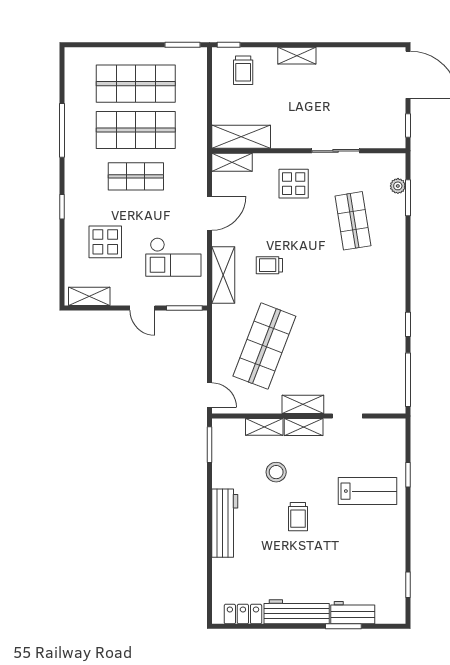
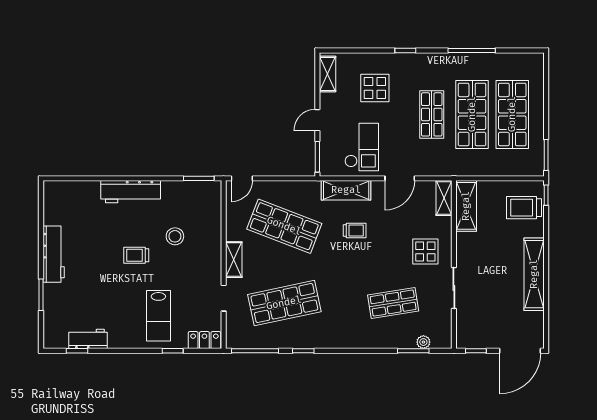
shelving: (297, 56) -> (534, 274), width x2.20, depth x1.33
trolley: (243, 70) -> (524, 208), width x1.36, depth x1.39
door: (209, 213) -> (400, 178), hinge flipped
checkout: (173, 257) -> (362, 147), turned 180
trolley: (269, 265) -> (355, 230), turned 90
shop shelf: (353, 346) -> (284, 303), added
shelving: (264, 427) -> (214, 226), removed
shelving: (304, 427) -> (214, 260), removed
workbench: (353, 613) -> (88, 339), moved, turned -90
locker: (243, 614) -> (204, 340), moved, turned -90

